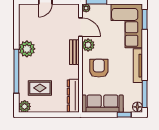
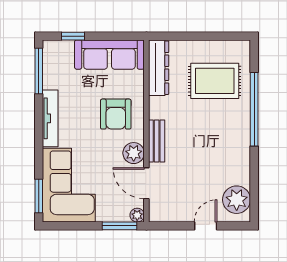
plant: (27, 49) -> (237, 200), moved
rug: (40, 88) -> (215, 81), width x1.36, depth x1.43
plant: (25, 106) -> (240, 50), removed
floor lamp: (137, 107) -> (51, 49), removed

